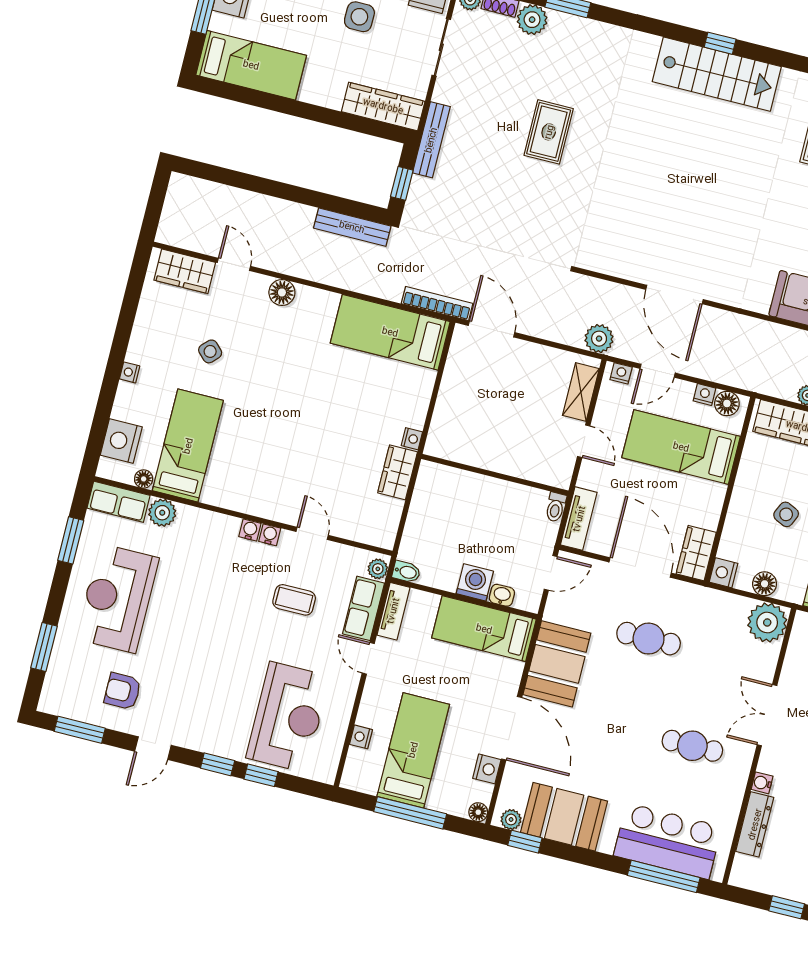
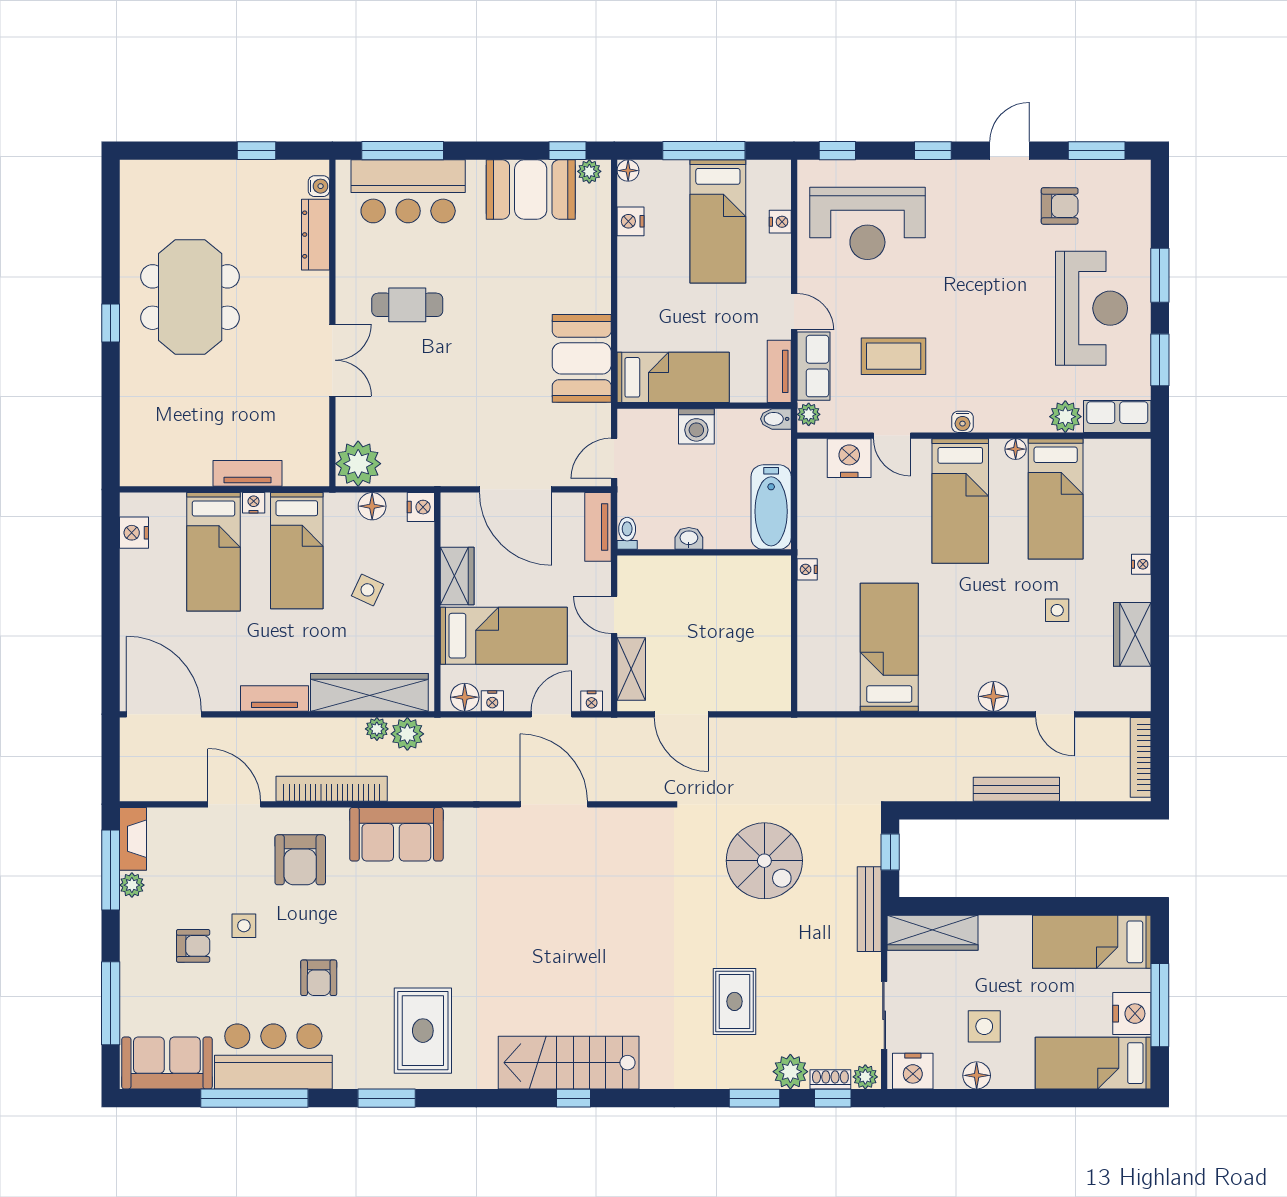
rug: (549, 132) -> (734, 1001), moved
spiral stairs: (509, 203) -> (764, 861), added
bench: (352, 227) -> (1016, 789), moved
wardrobe: (185, 271) -> (1132, 634), moved, turned -90
bookcase: (437, 304) -> (1141, 757), moved, turned 90
door: (491, 329) -> (681, 714), moved
bed: (390, 332) -> (889, 647), moved, turned -90
plant: (599, 339) -> (407, 734), moved
side table: (210, 351) -> (1057, 610), turned 45
nightstand: (121, 441) -> (849, 458), moved, turned -90
bed: (268, 464) -> (960, 501), added
wardrobe: (398, 472) -> (814, 528), removed
floor lamp: (144, 479) -> (1016, 449), moved
bathtub: (429, 499) -> (771, 507), added
water cooler: (270, 535) -> (939, 422), removed
wardrobe: (696, 553) -> (457, 576), moved
washbasin: (502, 595) -> (689, 538), moved, turned 180
coffee table: (294, 600) -> (894, 356), width x1.36, depth x1.30
cafe table: (649, 639) -> (486, 412), removed
window: (44, 647) -> (1160, 275), moved
reception desk: (288, 717) -> (867, 223), turned -90
door: (512, 728) -> (614, 274), removed
window: (261, 775) -> (837, 151), moved
water cooler: (762, 783) -> (319, 186), moved

